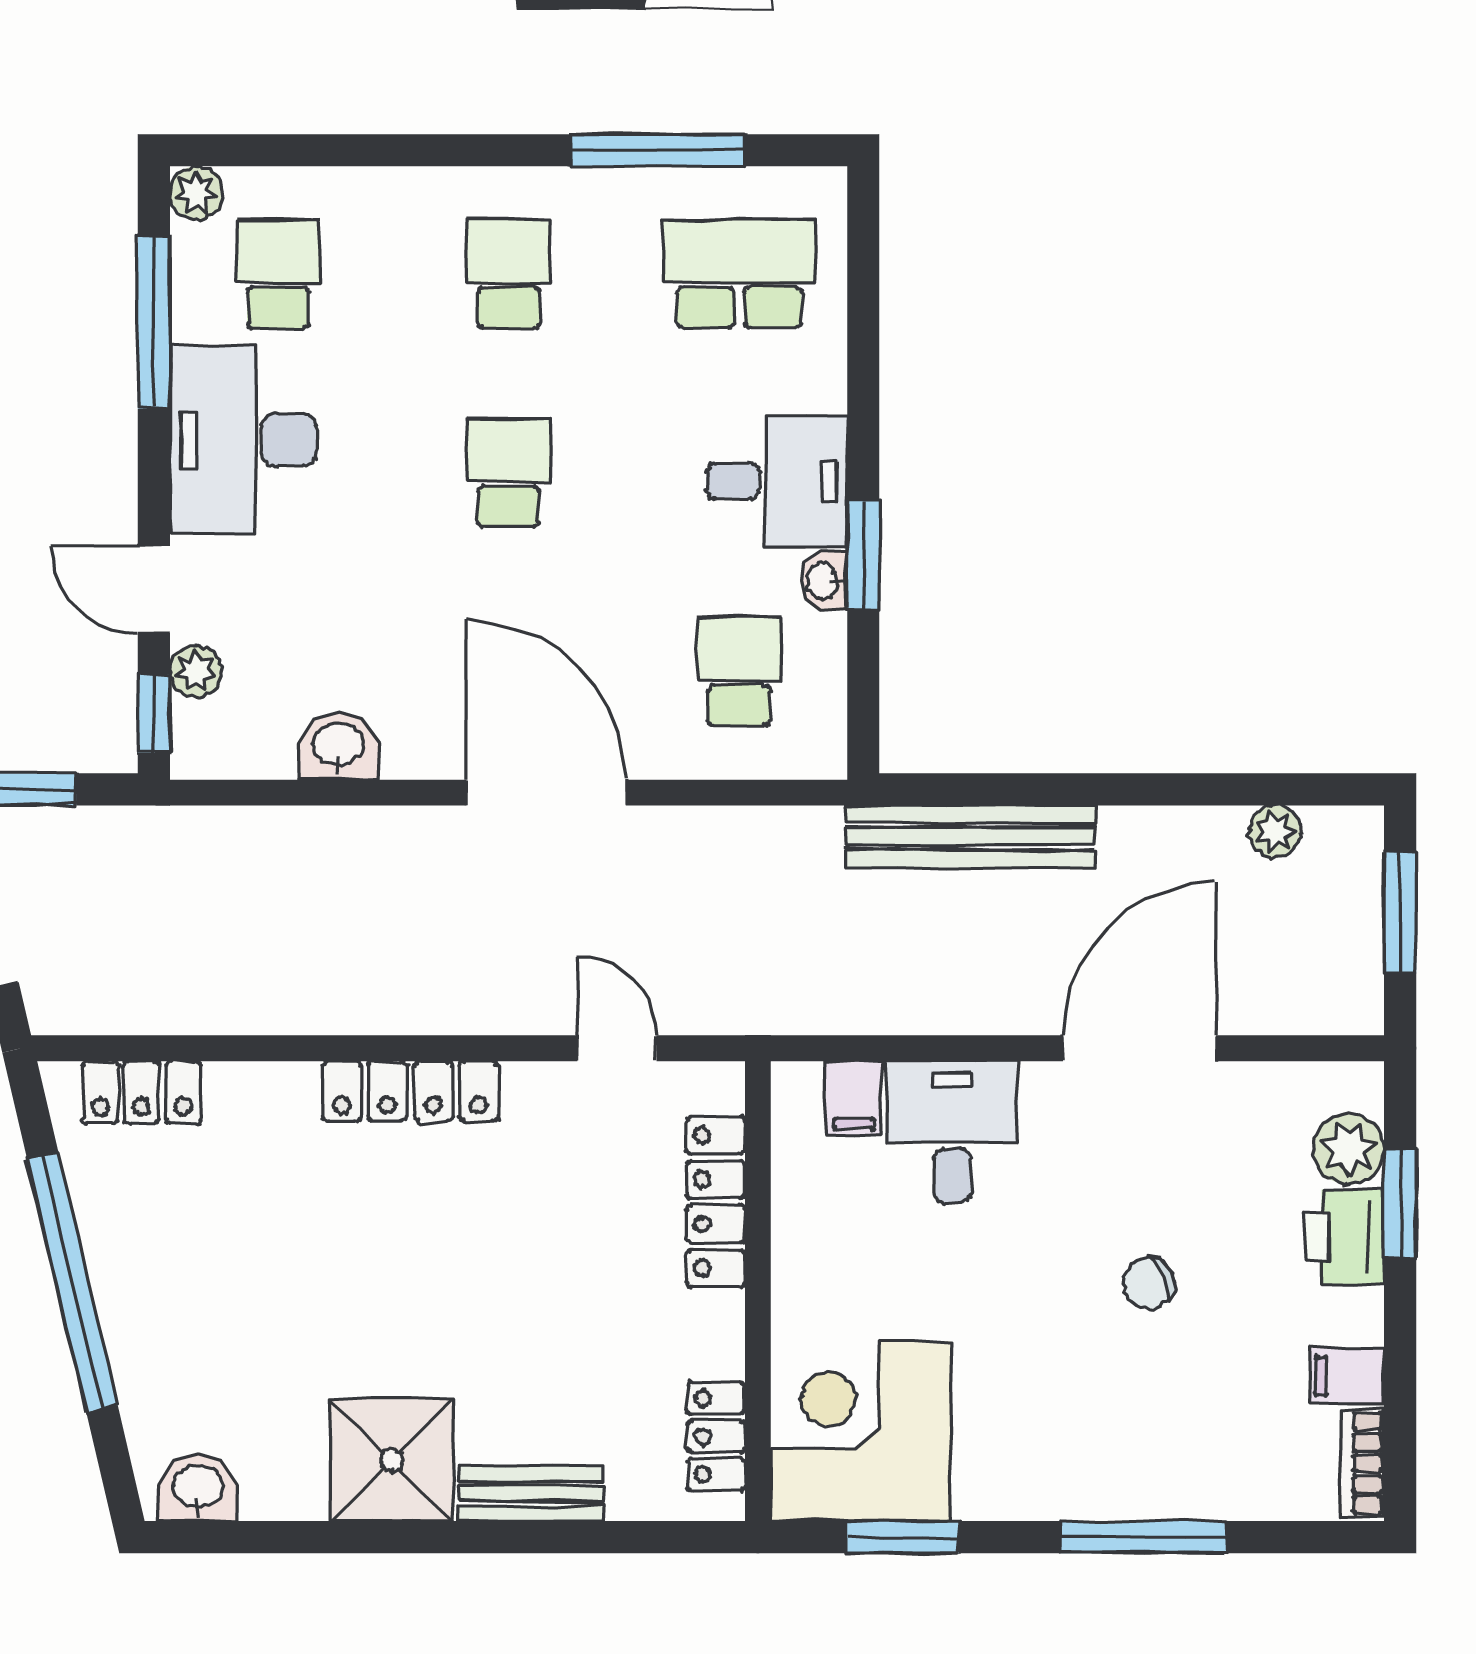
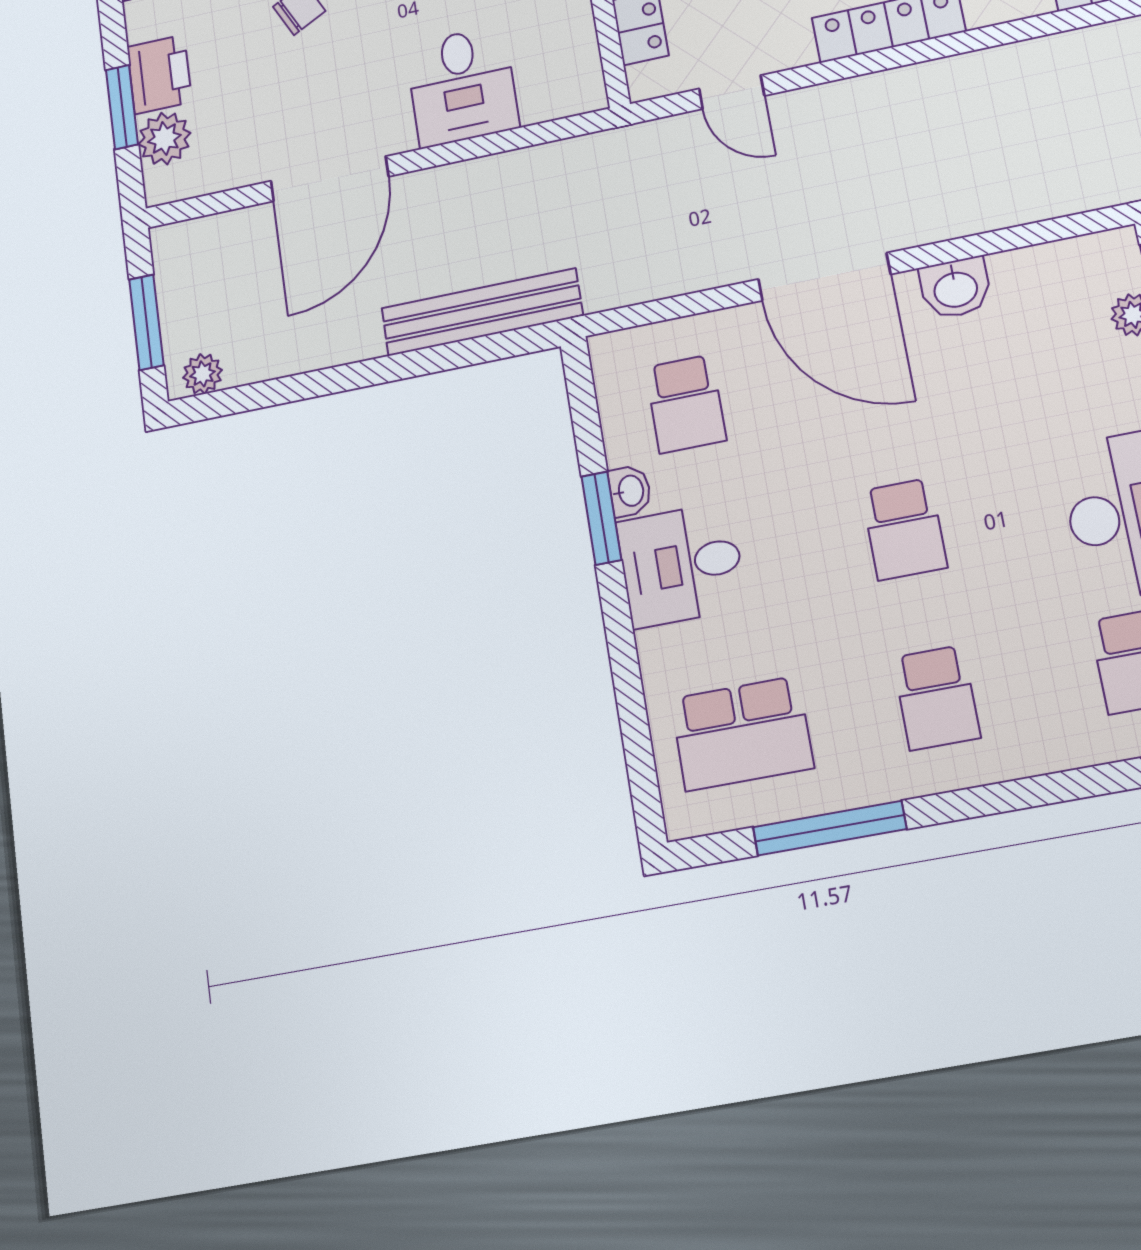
washbasin: (338, 746) -> (955, 288), moved
plant: (1275, 831) -> (203, 374), moved
filing cabinet: (854, 1098) -> (541, 95), removed

